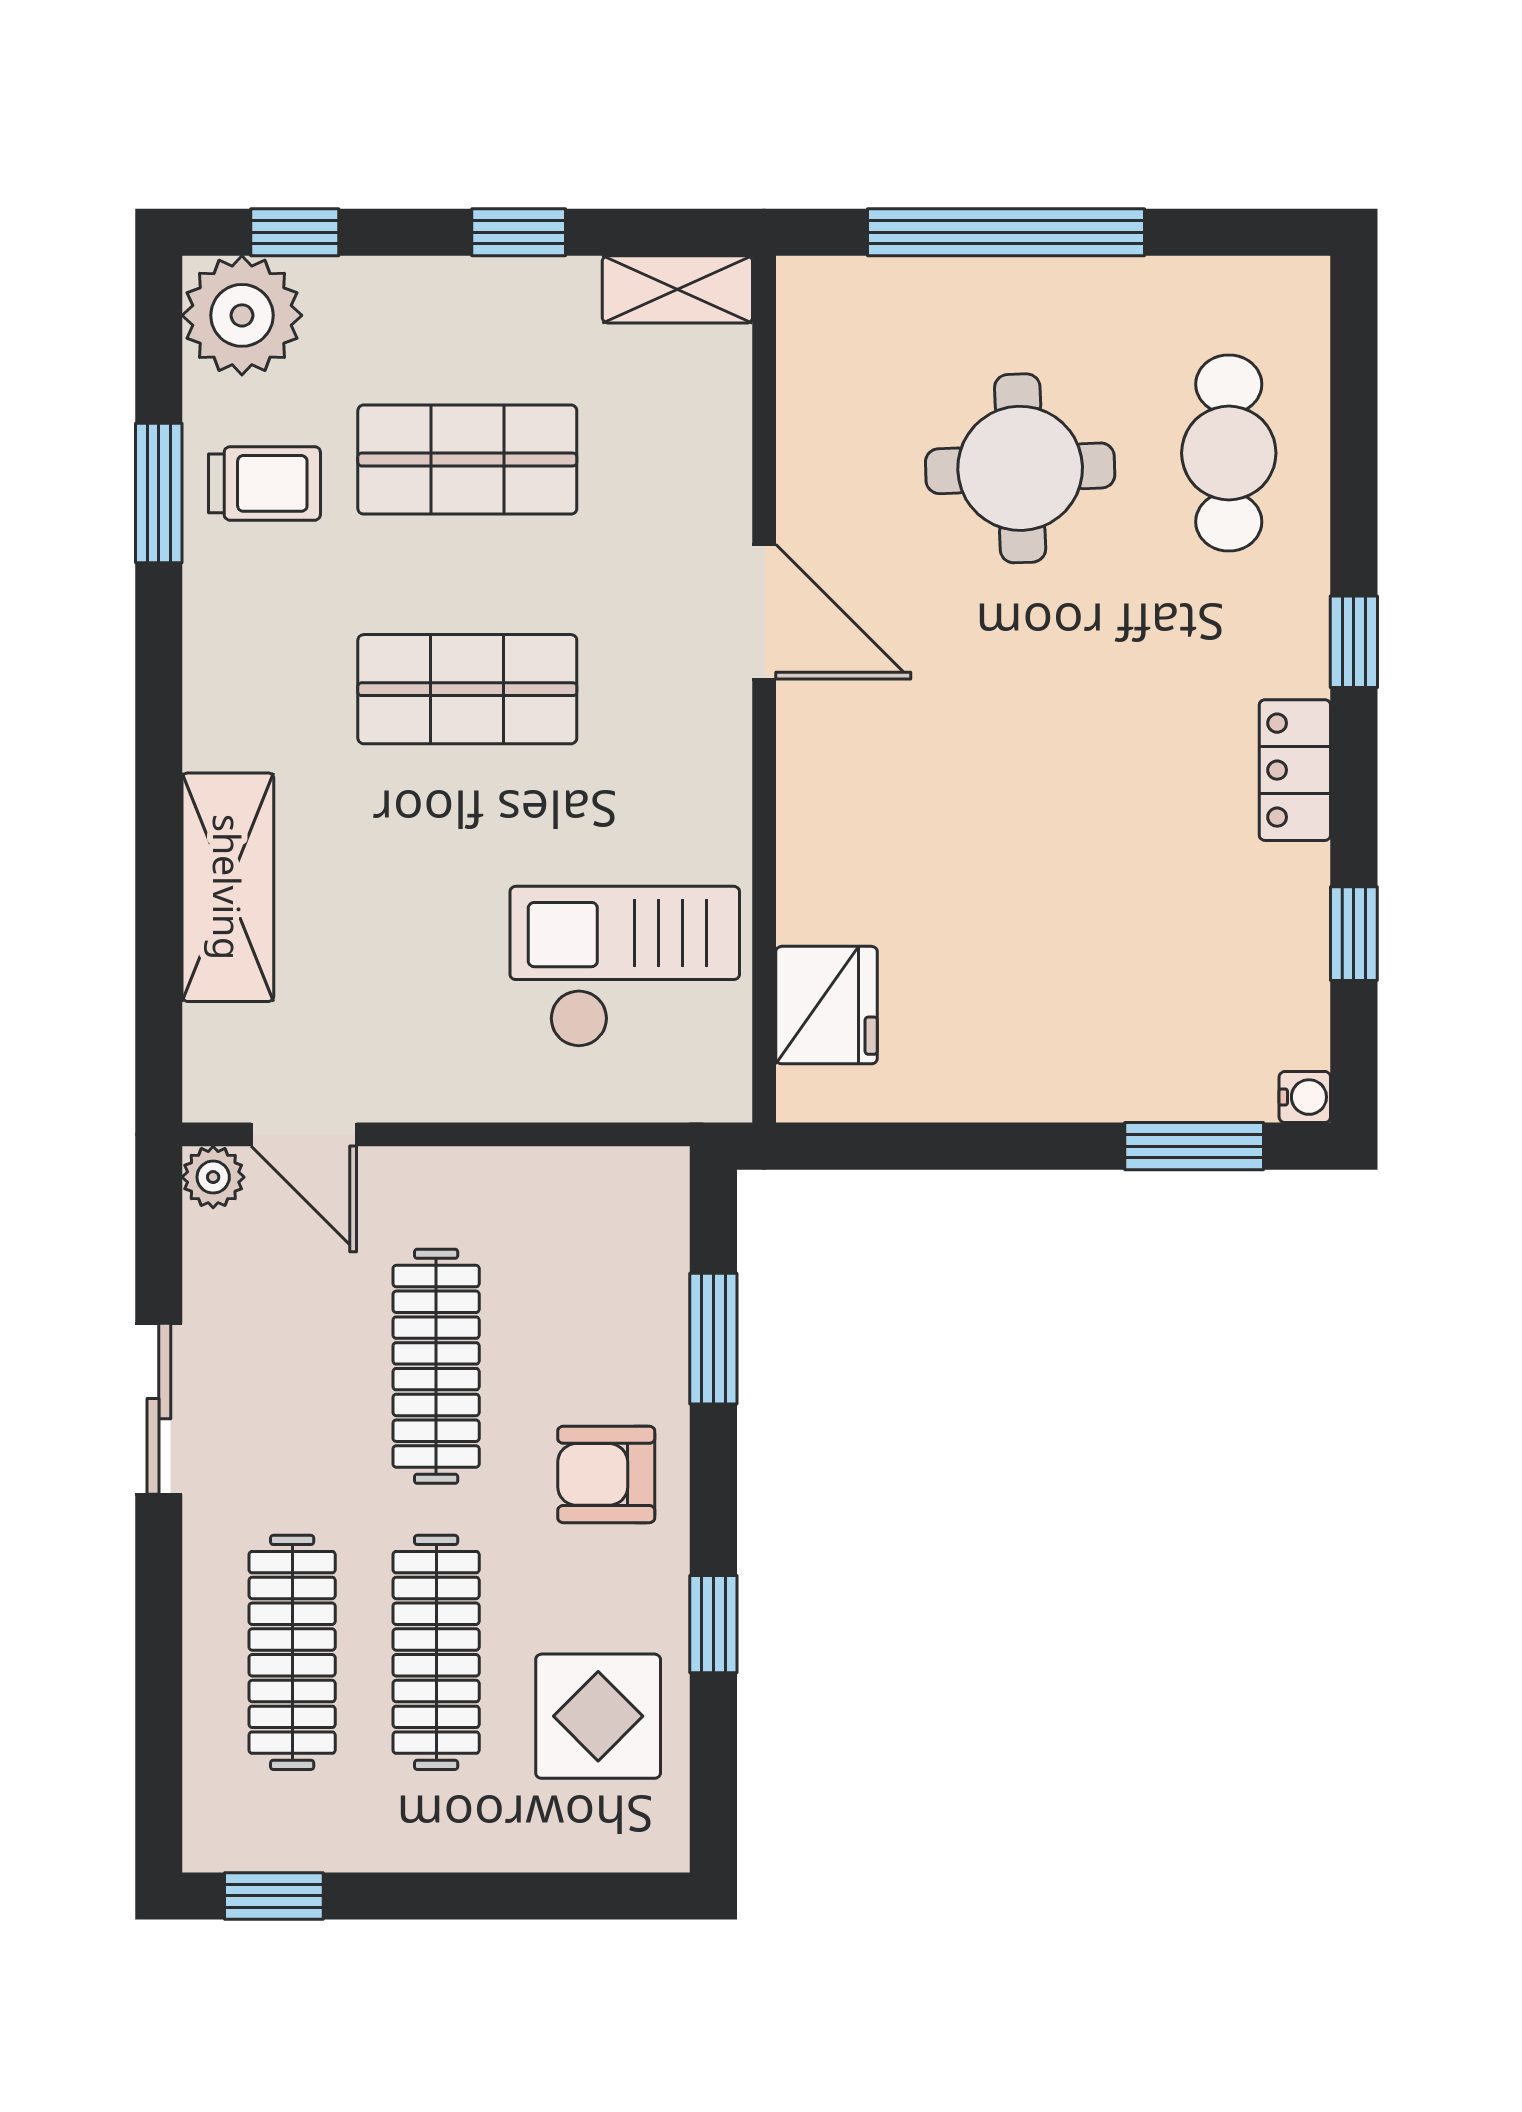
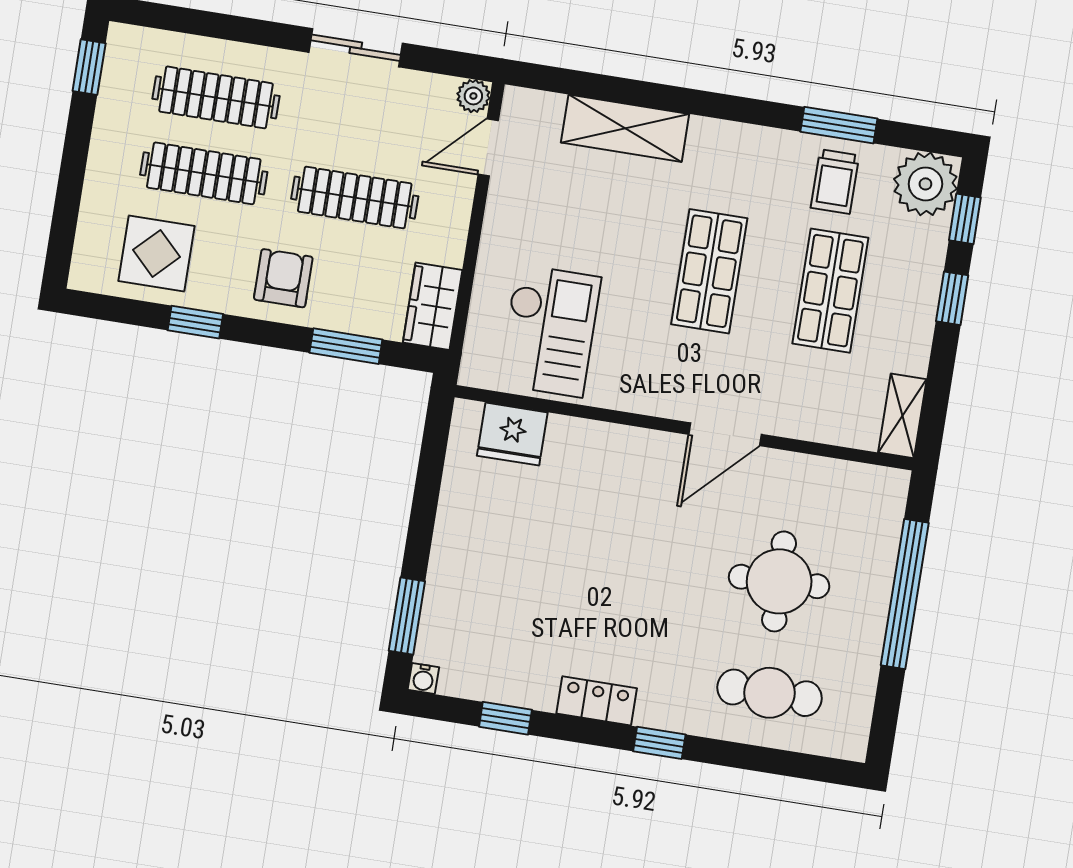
window: (519, 232) -> (952, 298), moved
wardrobe: (614, 1190) -> (433, 306), added

